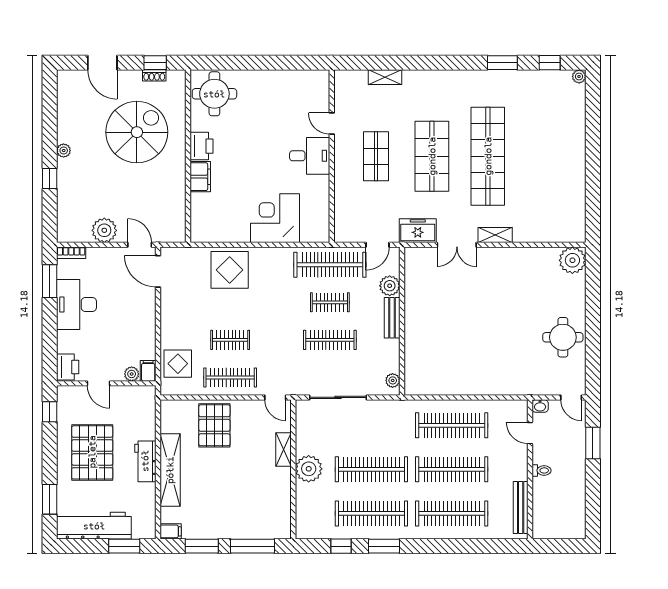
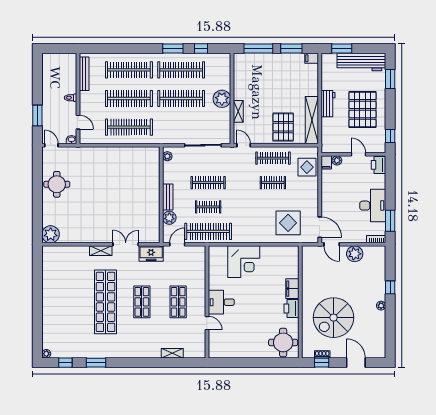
shop shelf: (432, 156) -> (142, 302), width x0.70, depth x0.74
display table: (230, 270) -> (288, 223), moved
shelving: (170, 470) -> (312, 120), moved

